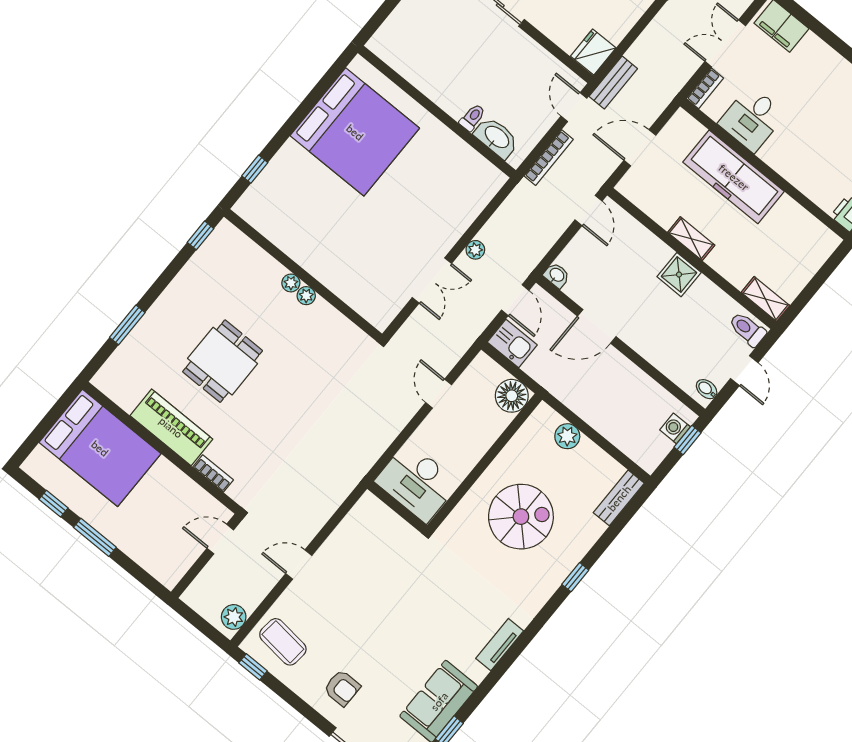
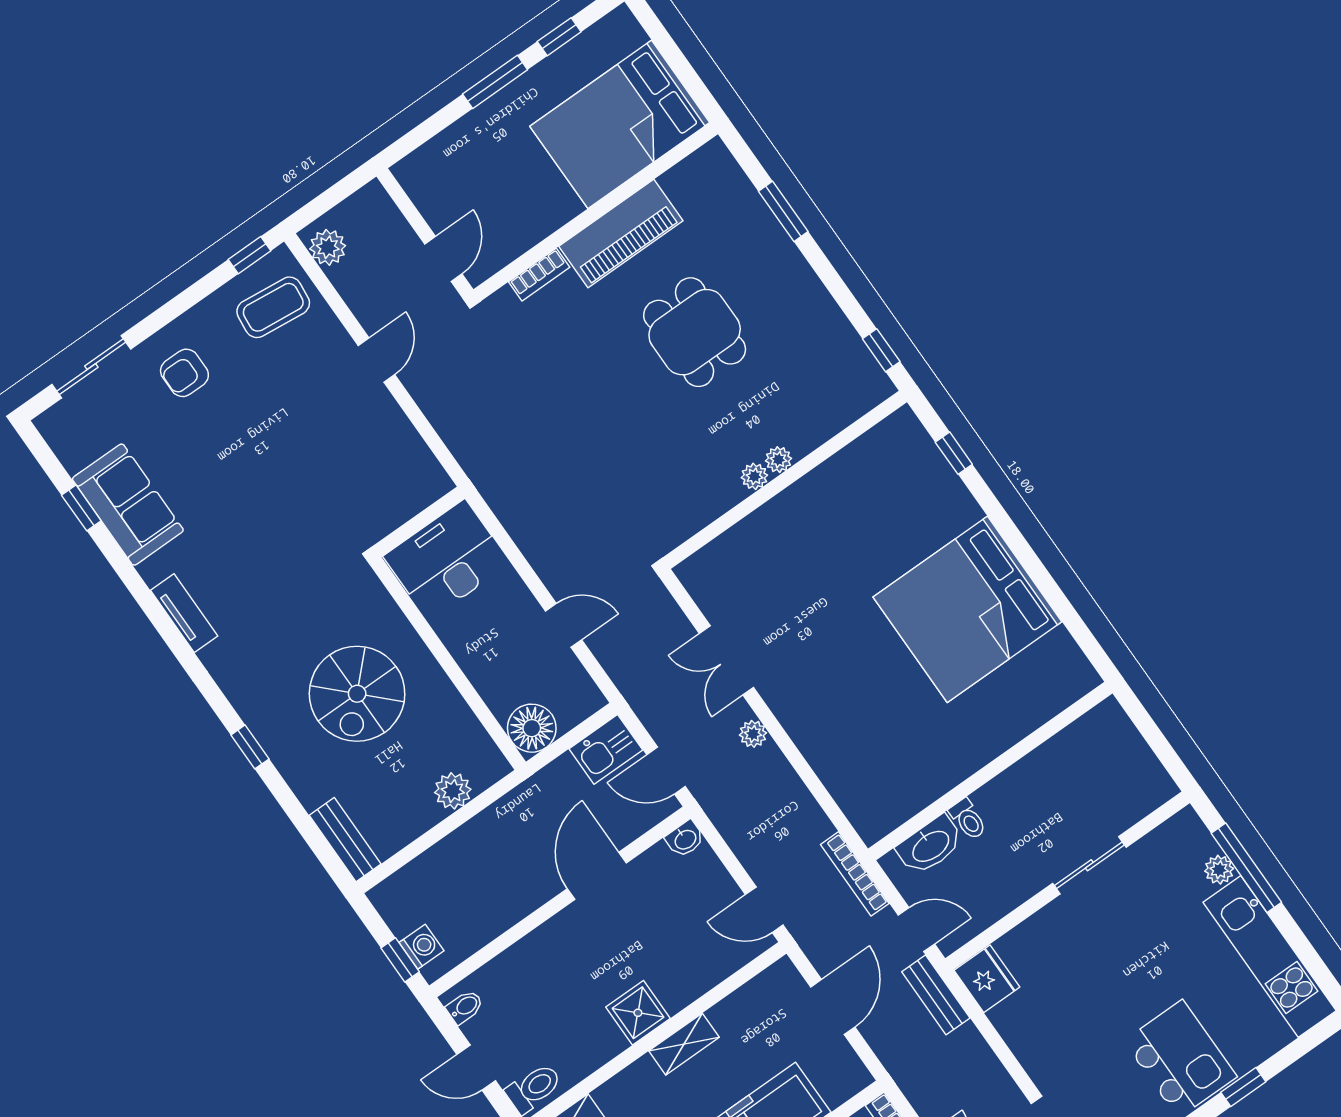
wall: (437, 112) -> (990, 771), moved
toilet: (472, 118) -> (968, 819), moved
washbasin: (496, 138) -> (930, 845), moved

